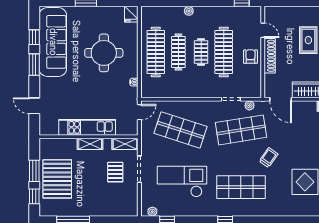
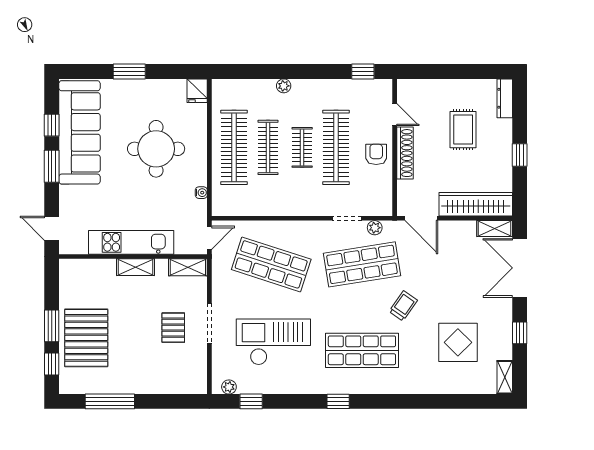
kitchen unit: (87, 127) -> (131, 242), moved
wall: (88, 137) -> (133, 256), moved
shelving: (90, 144) -> (135, 267), moved
shelving: (125, 144) -> (188, 267), moved

